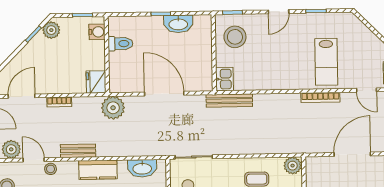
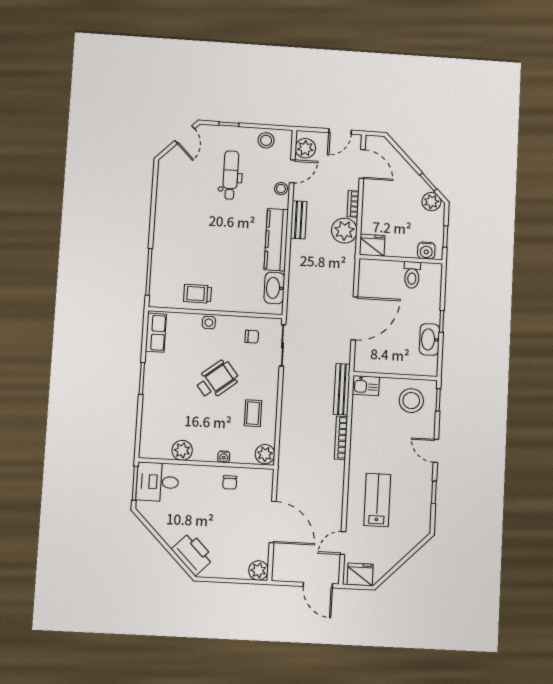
lab bench: (326, 62) -> (377, 500), turned 90
bookcase: (320, 97) -> (341, 438), moved
plant: (113, 108) -> (344, 231), moved
kitchen counter: (98, 170) -> (276, 240), width x1.50

